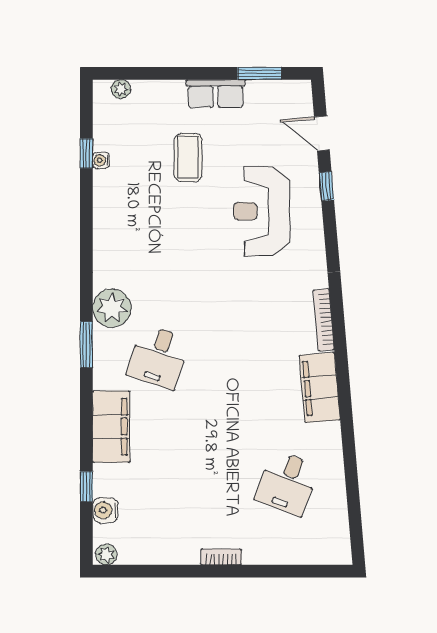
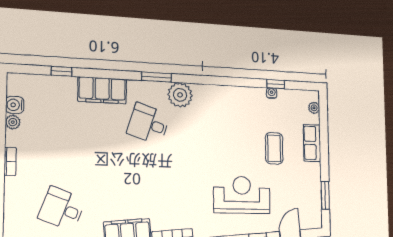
row of seats: (216, 94) -> (312, 143), moved
coffee table: (188, 158) -> (274, 148), turned 90
water cooler: (105, 510) -> (15, 105), moved, turned -90
plant: (106, 555) -> (13, 122), moved

